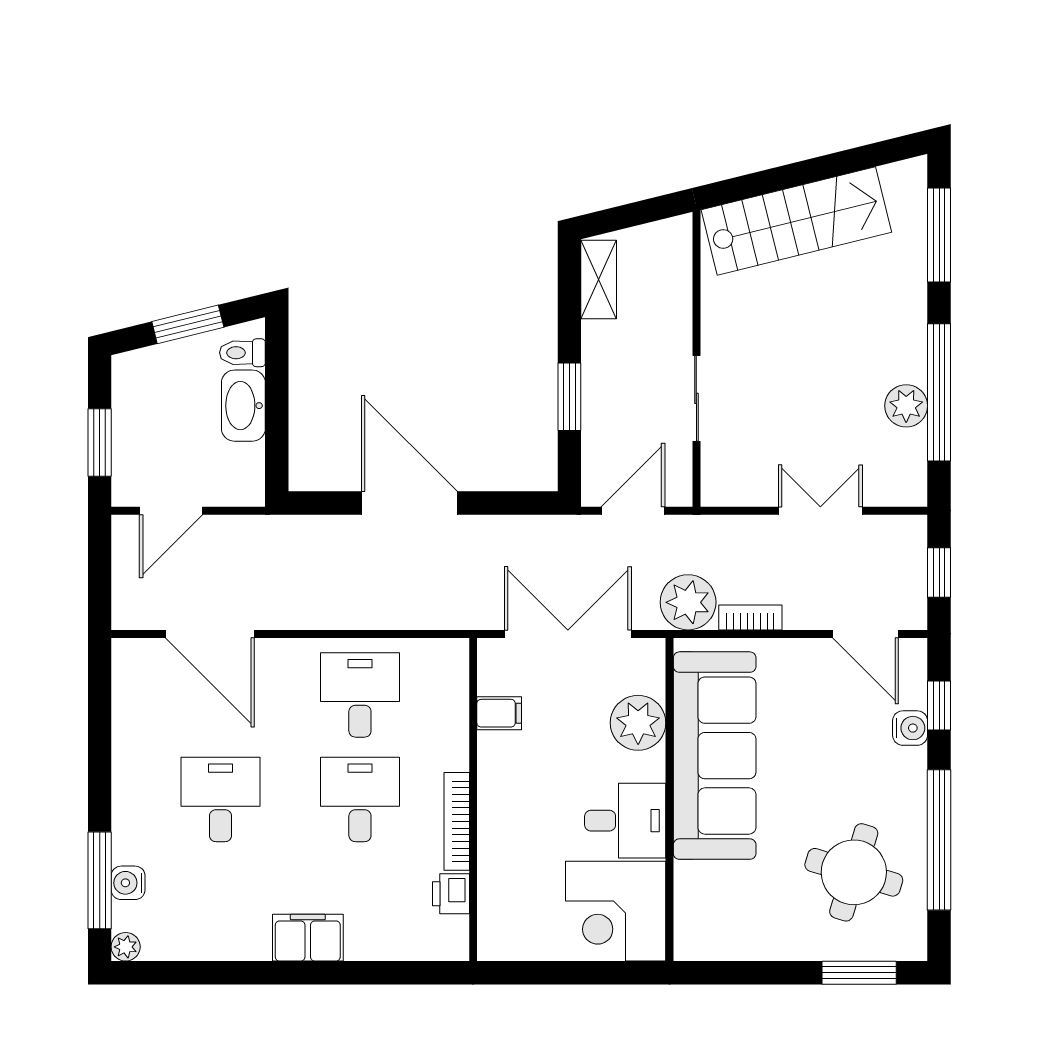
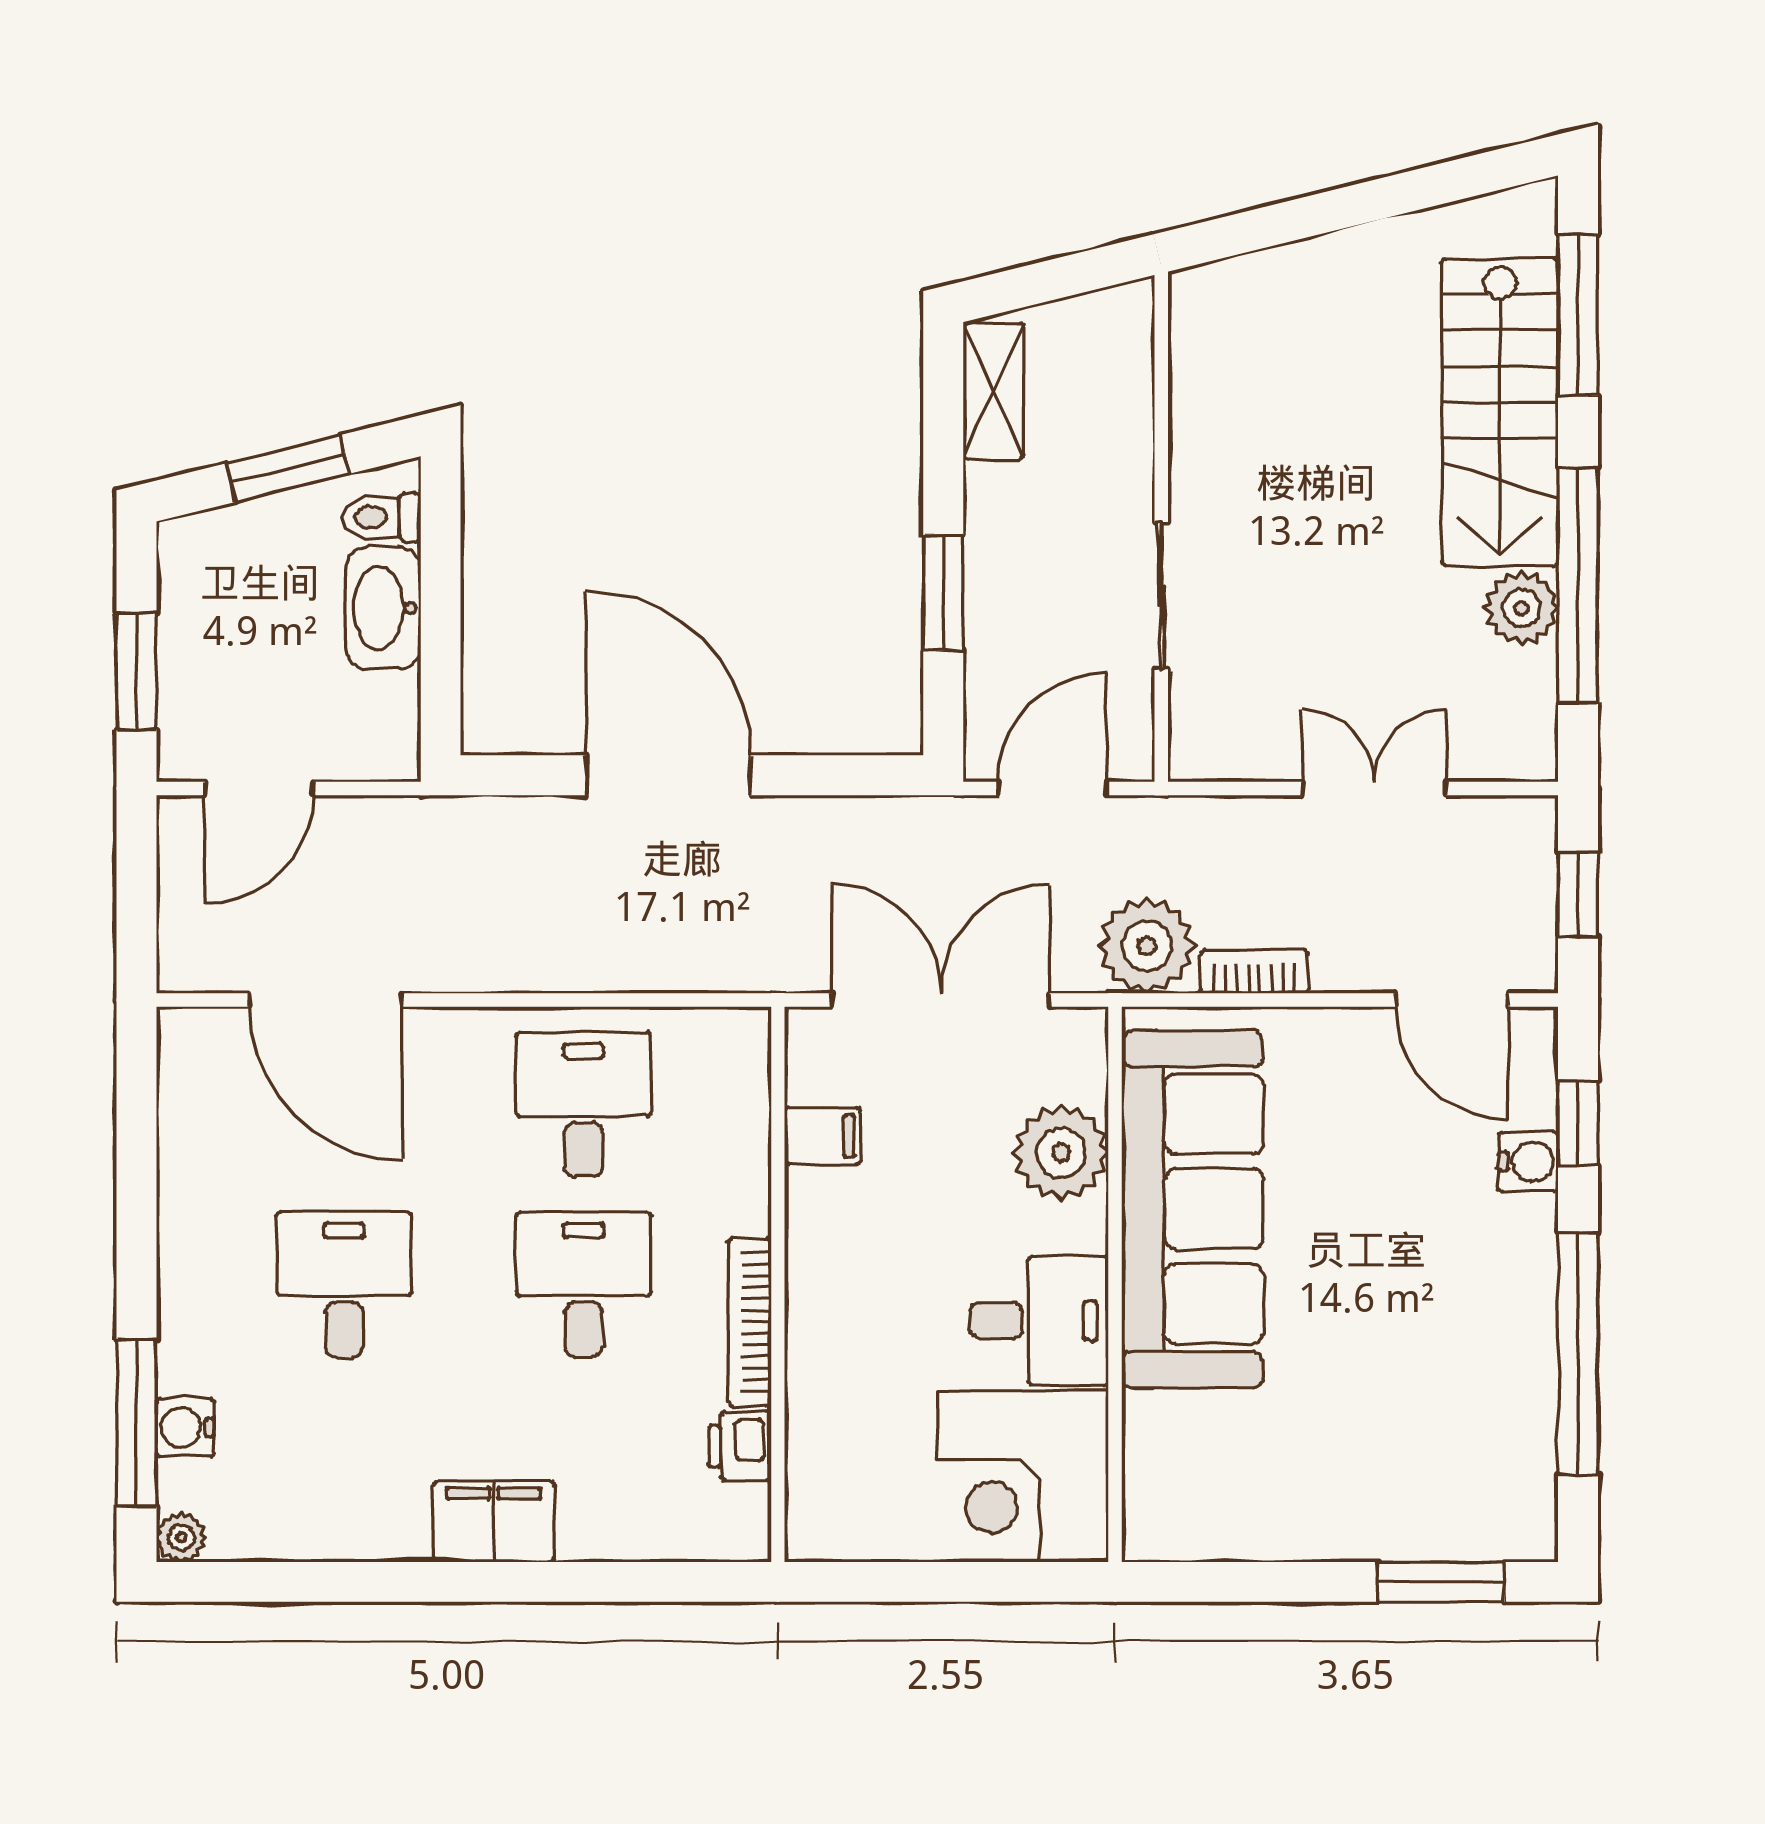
stairs: (796, 221) -> (1500, 412), moved, turned 104
round table: (854, 872) -> (1432, 1409), removed

